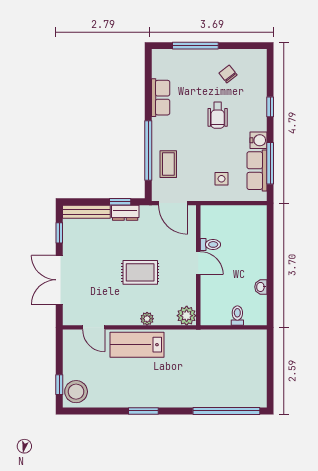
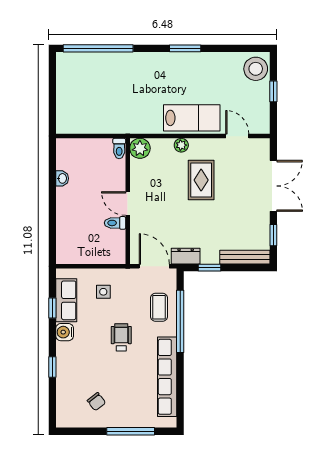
row of seats: (161, 98) -> (167, 377), width x2.02
wheelchair: (218, 115) -> (121, 337), moved
window: (270, 163) -> (52, 308), width x0.46
dresser: (125, 213) -> (186, 256), moved
rug: (140, 272) -> (201, 180), moved, turned 90
toilet: (237, 316) -> (119, 148), moved
window: (59, 385) -> (273, 91), moved

